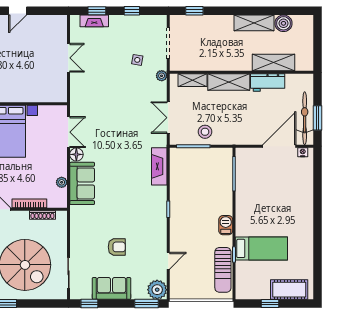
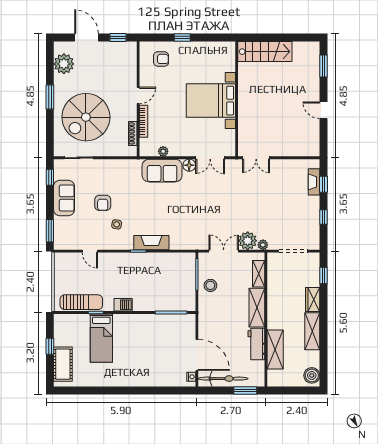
wardrobe: (220, 22) -> (313, 300), added
boiler: (283, 23) -> (312, 375), moved
double door: (68, 58) -> (256, 158), moved
side table: (137, 60) -> (117, 224), moved
window: (317, 118) -> (245, 391), moved
fireplace: (159, 166) -> (151, 243), moved
sun lounger: (223, 270) -> (81, 302), turned 180
plant: (157, 290) -> (248, 241), moved

